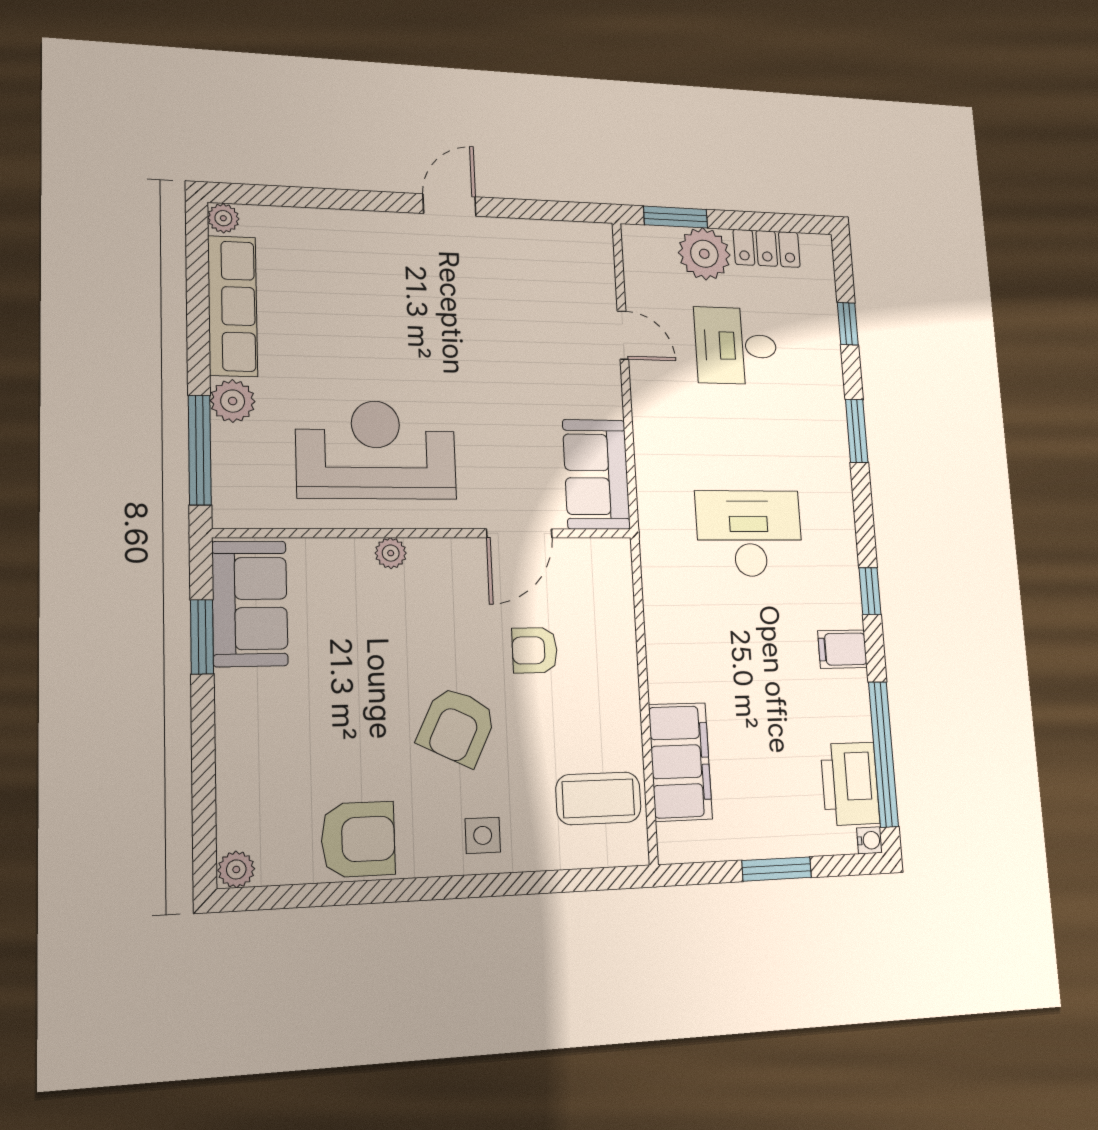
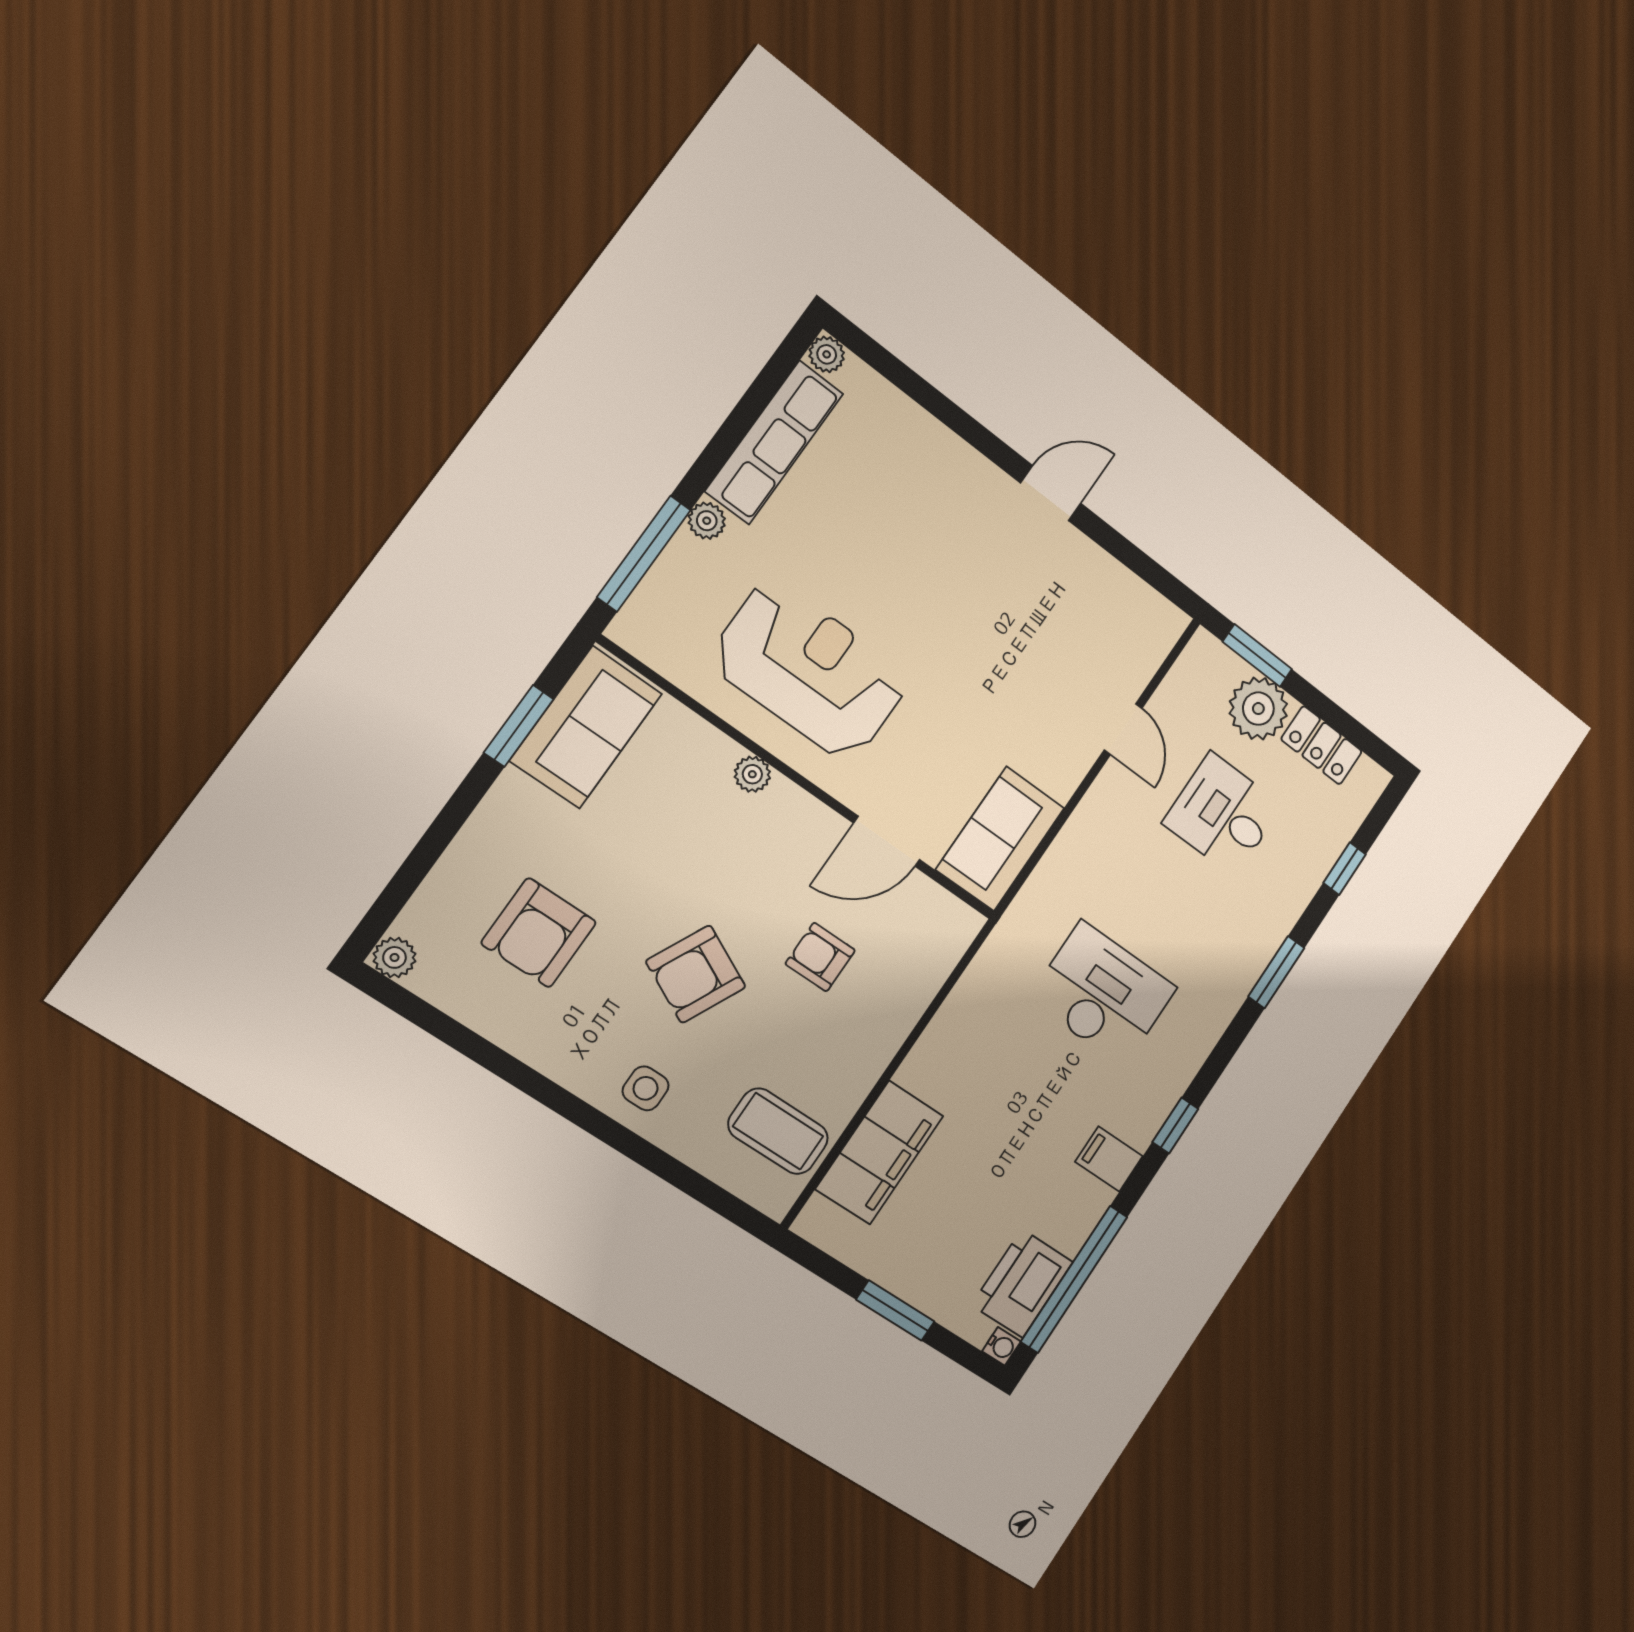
plant: (233, 401) -> (707, 521), width x0.73, depth x0.73
armchair: (358, 839) -> (539, 933), moved, turned 90

